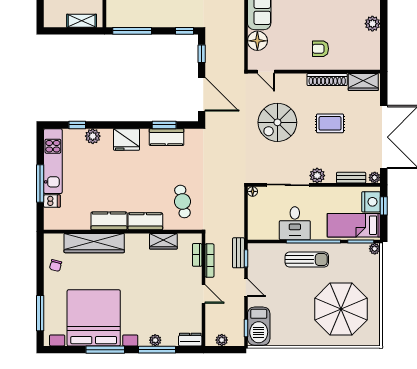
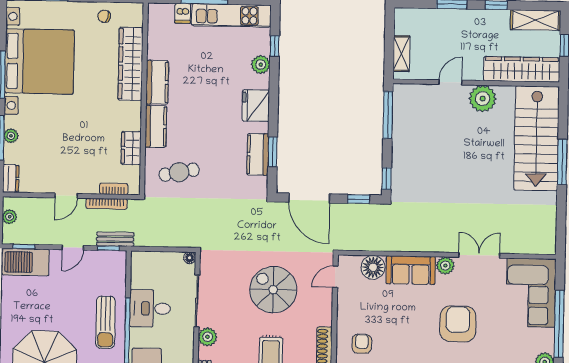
door: (202, 94) -> (309, 198), hinge flipped

